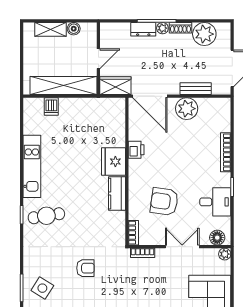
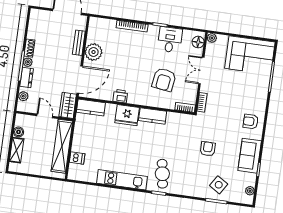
plant: (204, 34) -> (23, 96), moved, width x0.53, depth x0.53
kitchen counter: (117, 115) -> (91, 108), added

